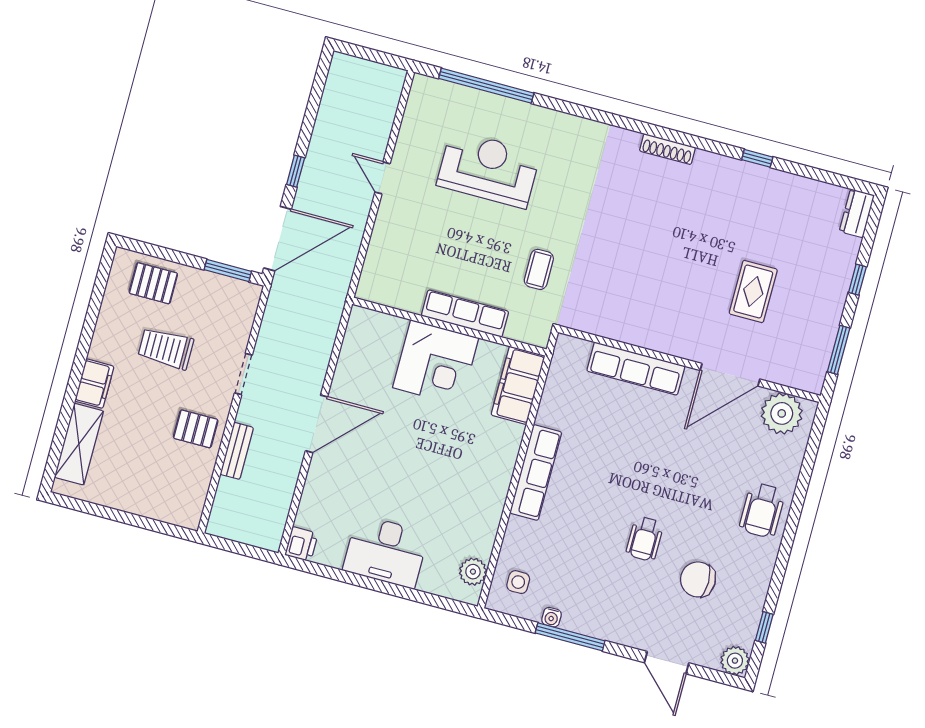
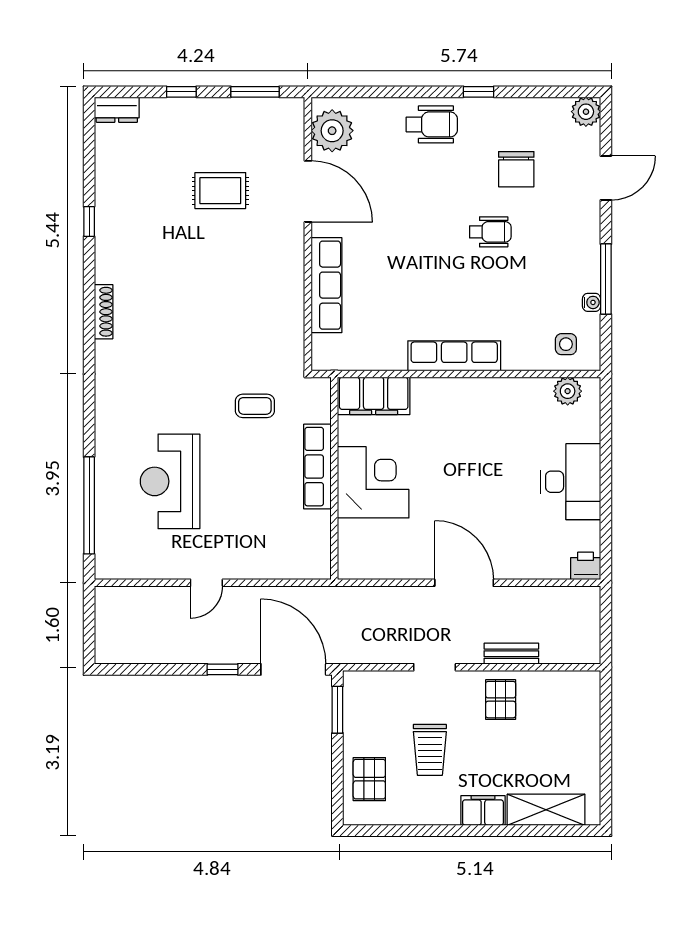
window: (764, 627) -> (479, 92), moved

